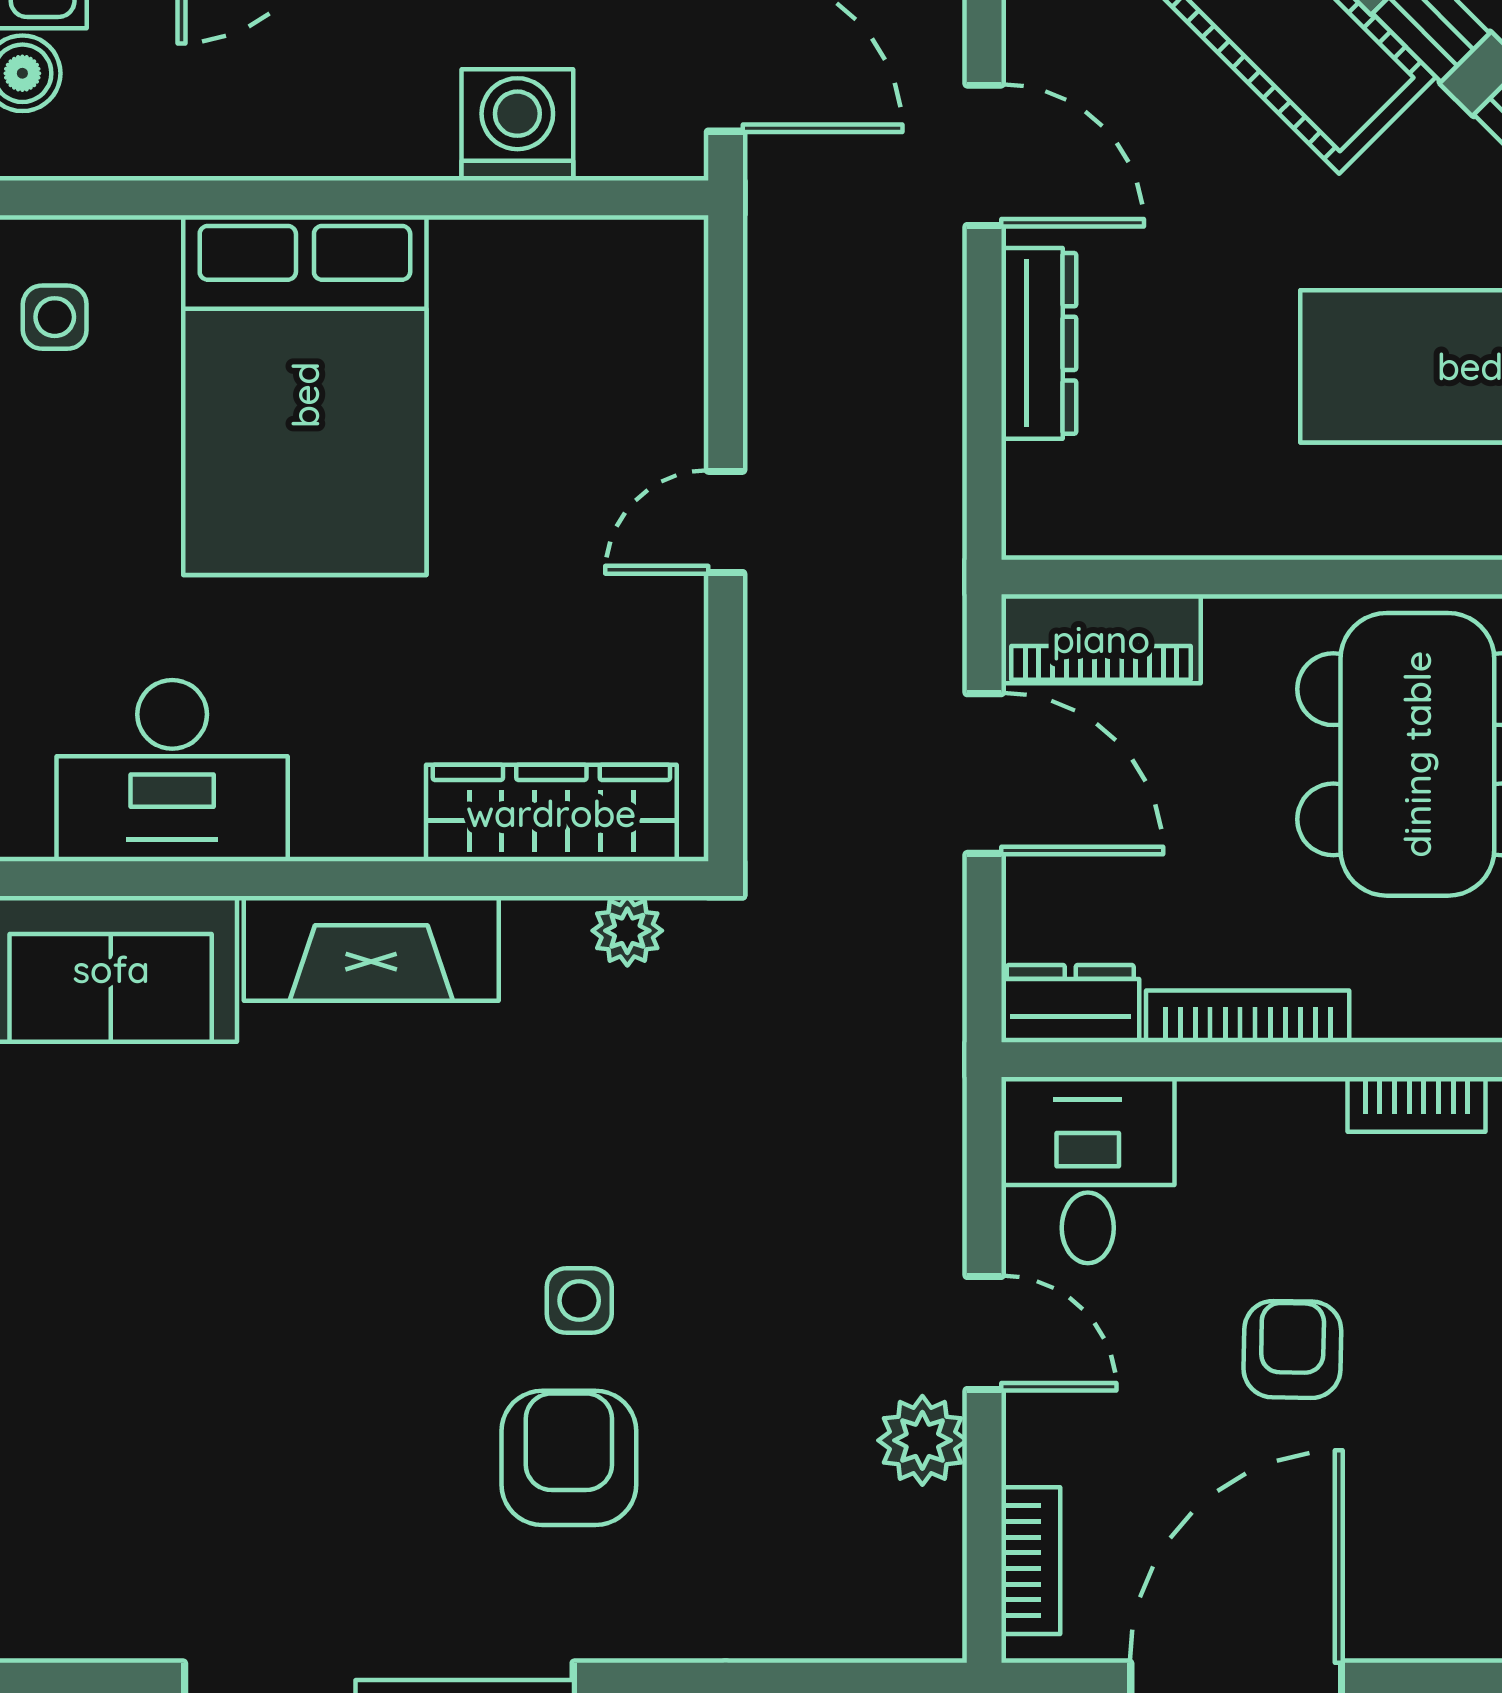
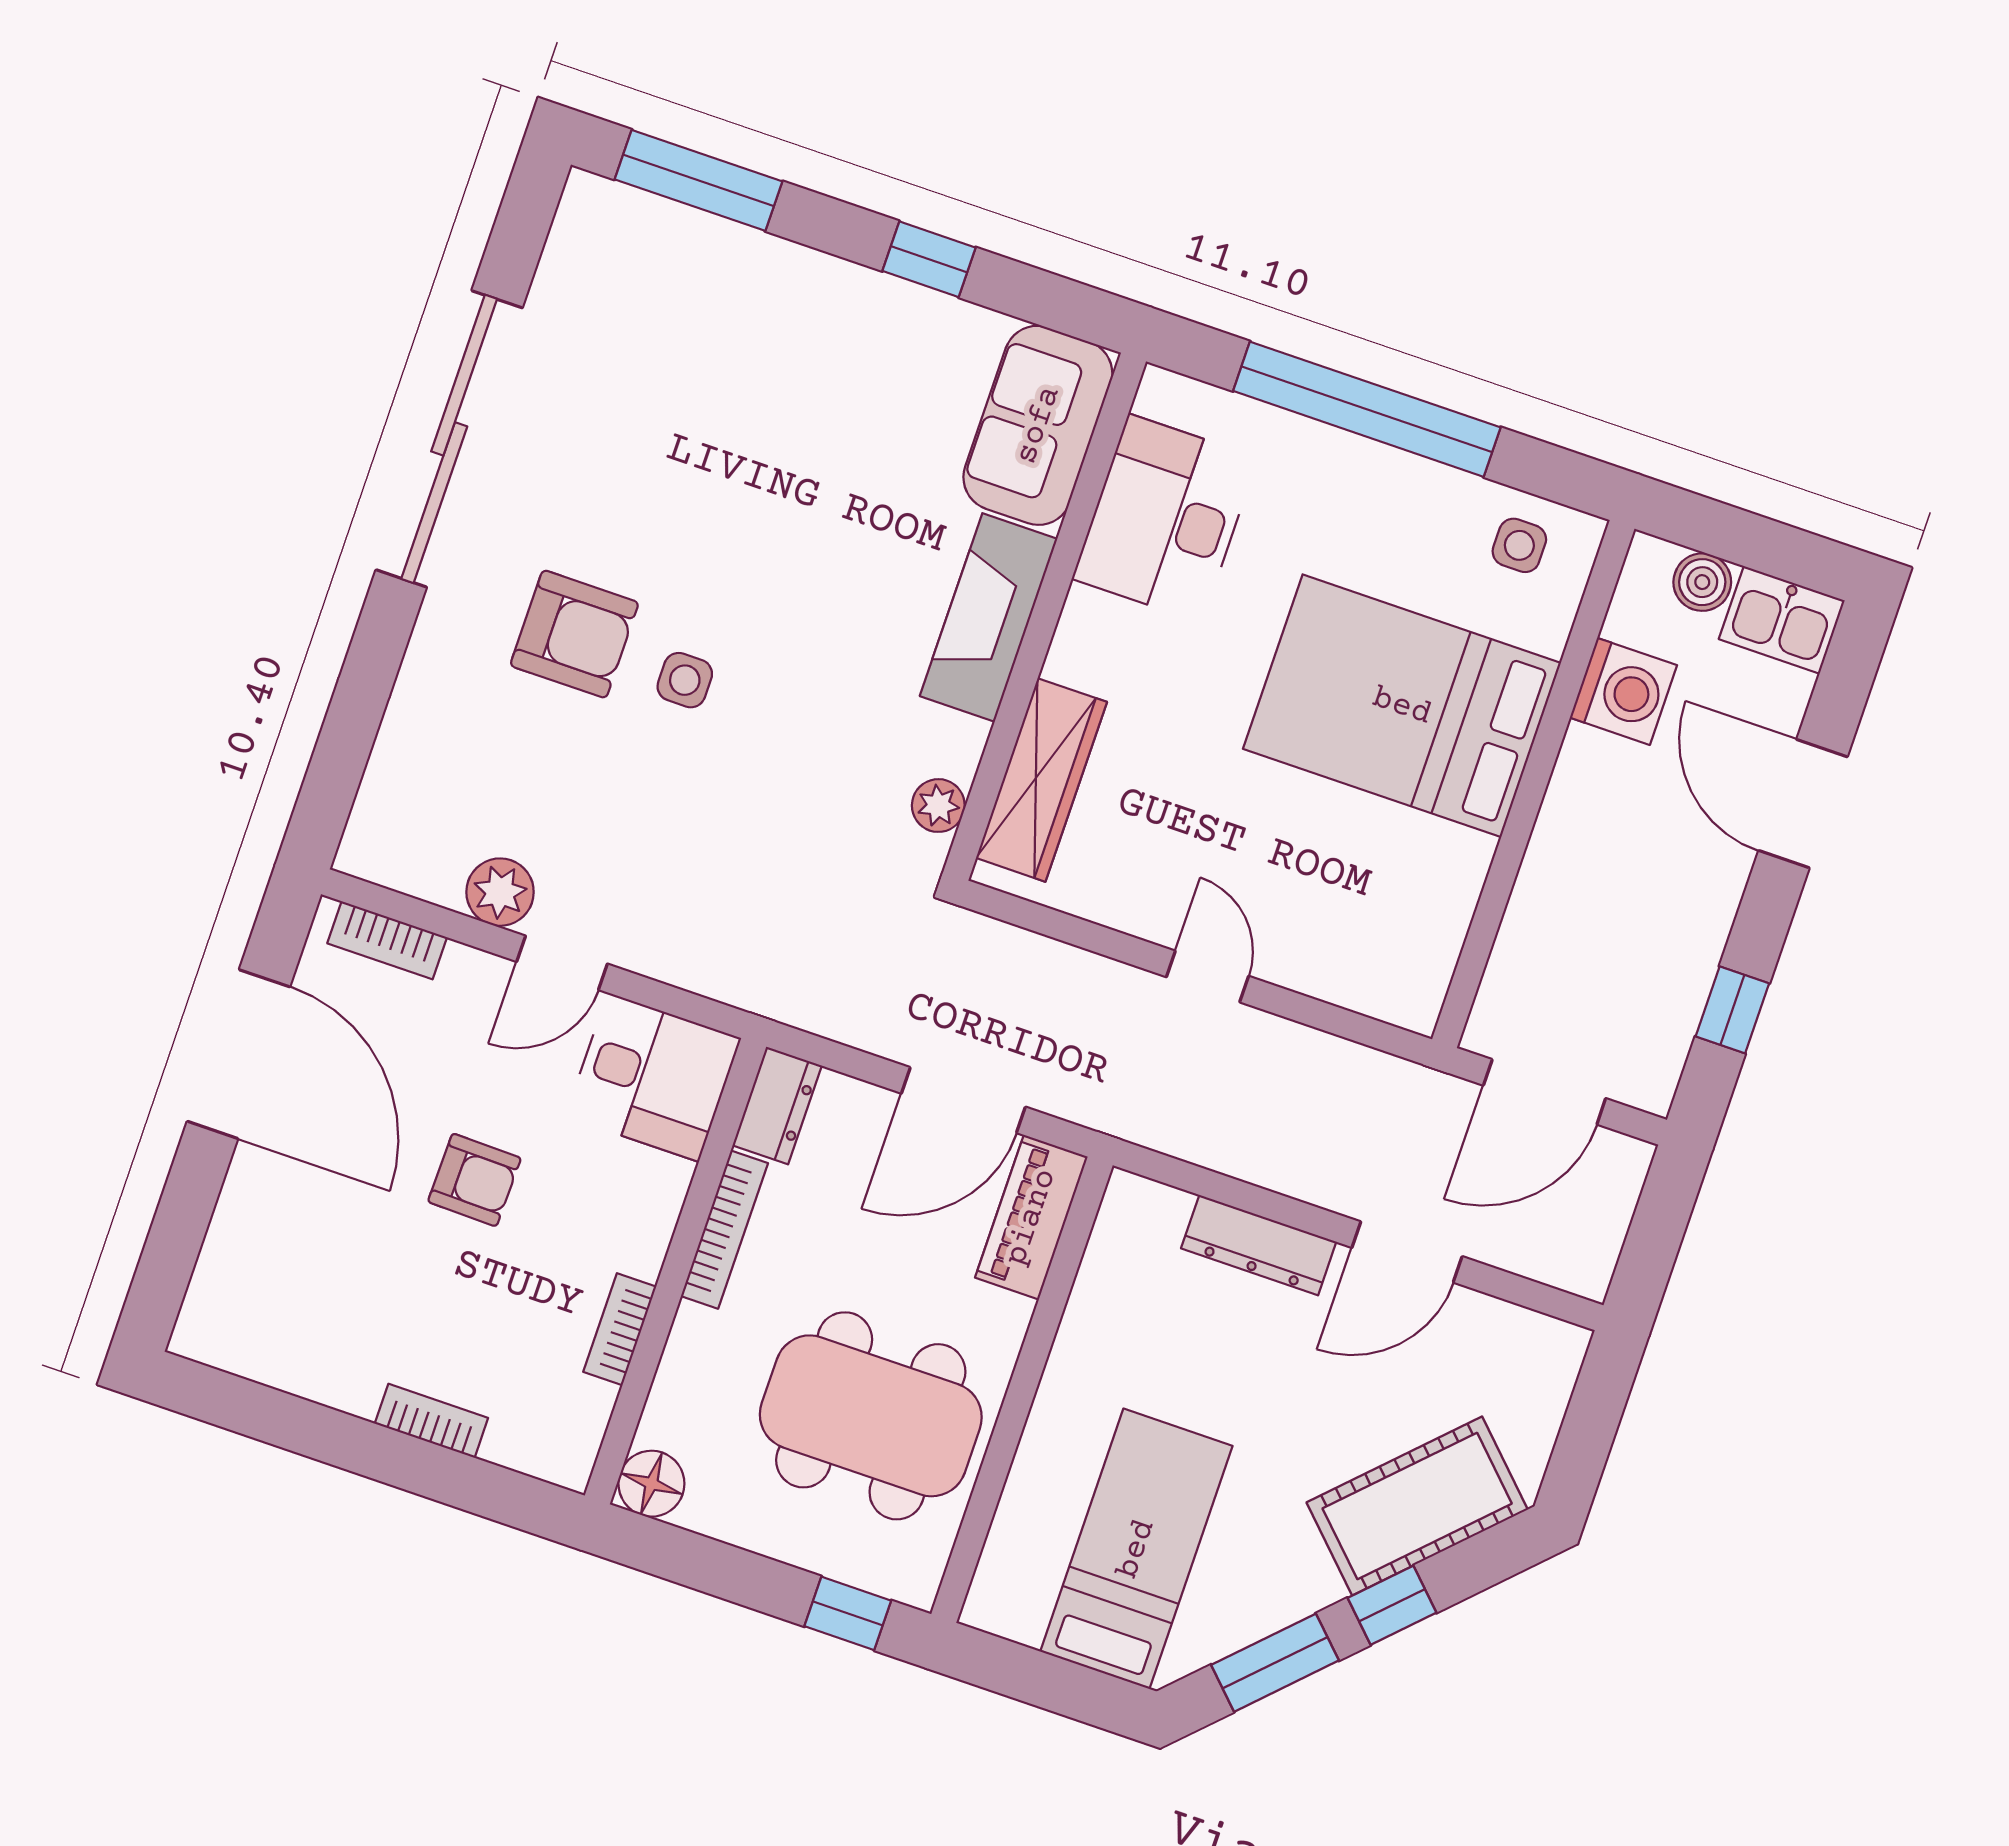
washing machine: (517, 125) -> (1623, 691), moved

